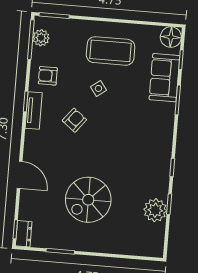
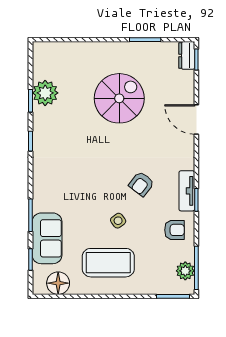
floor lamp: (171, 37) -> (58, 283), moved

